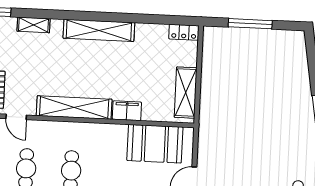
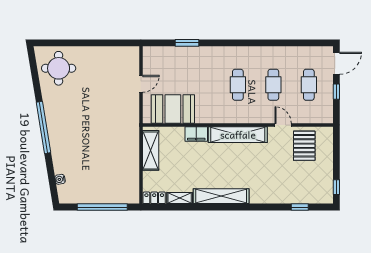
window: (250, 24) -> (102, 207), width x1.46
shelving: (34, 25) -> (180, 198), moved
water cooler: (302, 61) -> (60, 179), added

